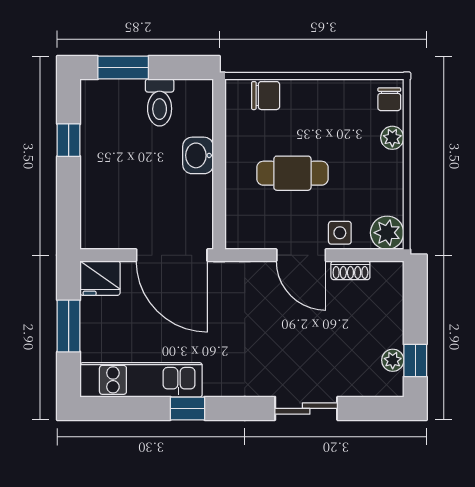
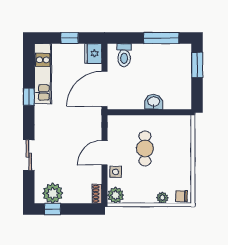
chair: (266, 96) -> (183, 135), removed
toilet: (160, 102) -> (124, 55), moved, turned -90
window: (69, 140) -> (161, 38), width x2.17
shoe rack: (350, 270) -> (97, 194), moved
window: (69, 326) -> (70, 38), width x0.67
plant: (393, 360) -> (53, 193), width x1.87, depth x1.87

